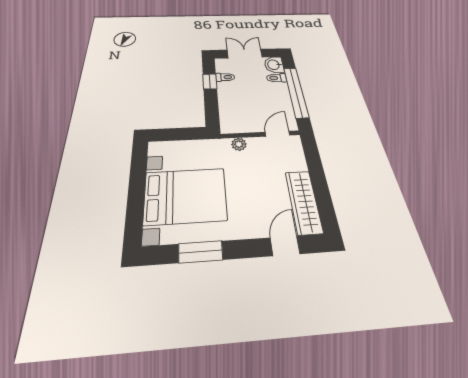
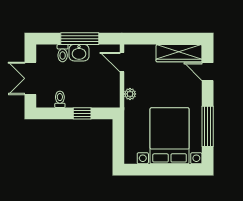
washbasin: (274, 65) -> (79, 53), moved
window: (210, 81) -> (82, 113), moved
window: (296, 92) -> (80, 39), width x0.68
window: (201, 252) -> (208, 126), width x1.44

